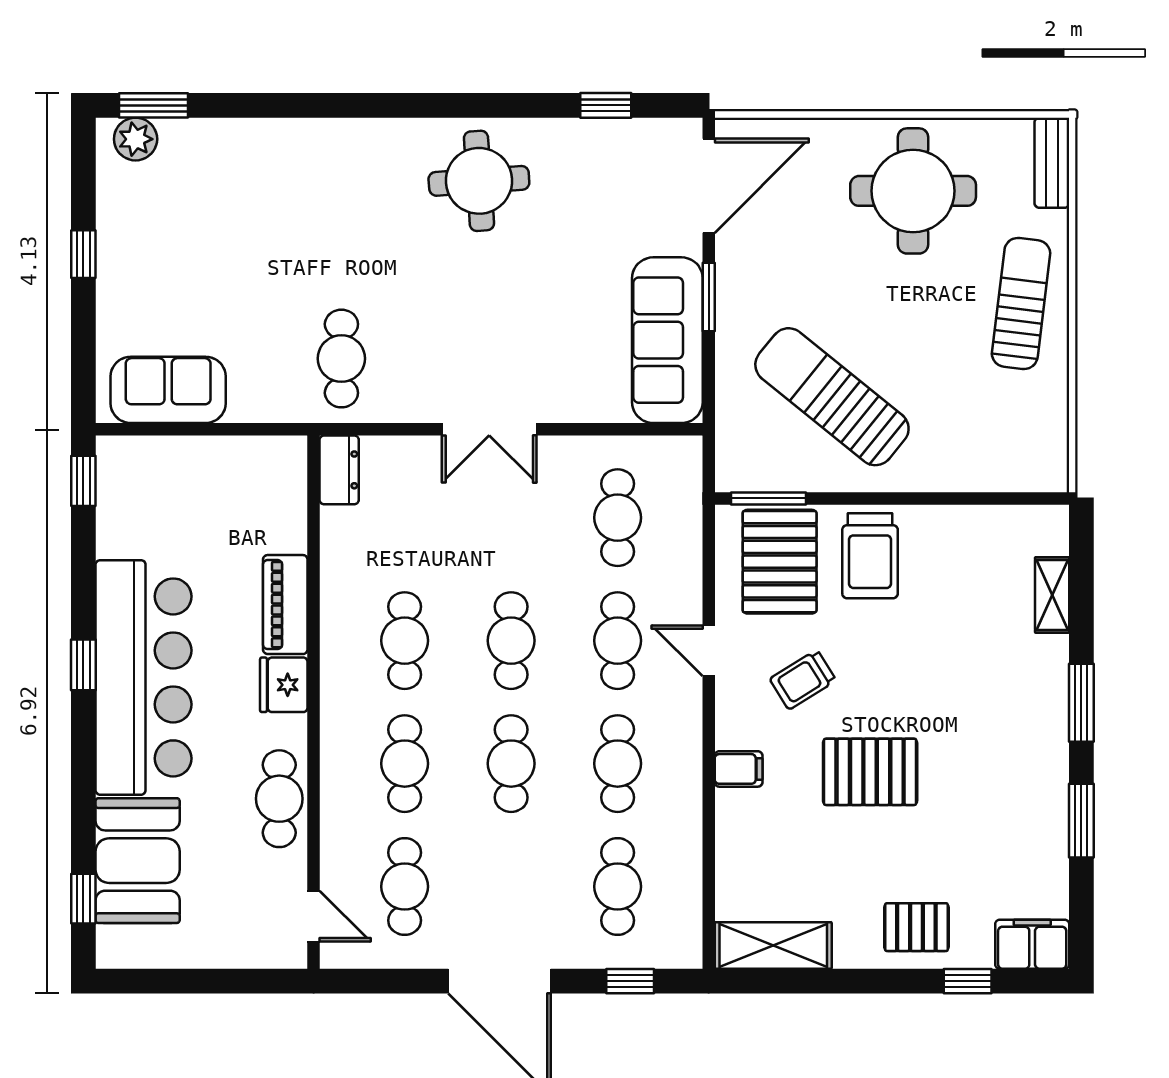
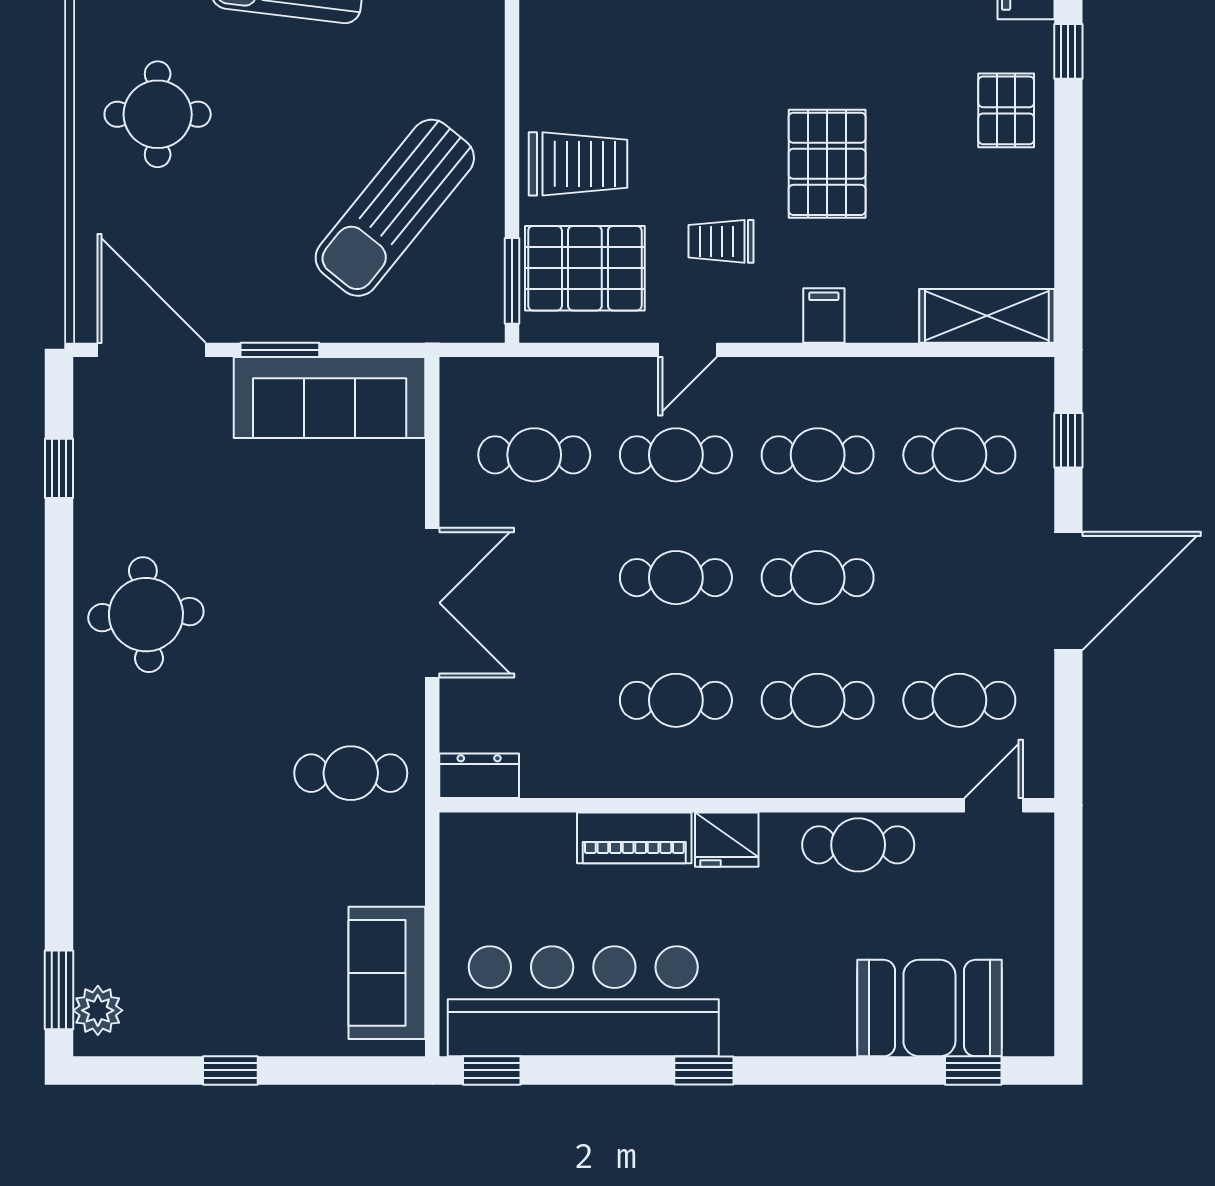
round table: (913, 191) -> (158, 114), width x0.73, depth x0.73
double door: (489, 429) -> (432, 603), width x1.37
bar counter: (143, 677) -> (583, 1001), moved
trolley: (803, 680) -> (721, 241), turned 122
shelving: (773, 945) -> (987, 316), moved, turned 90

